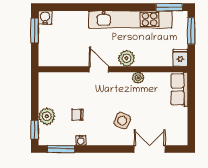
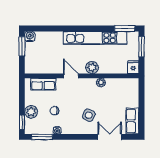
row of seats: (63, 80) -> (43, 84), added
row of seats: (179, 89) -> (132, 121), moved

